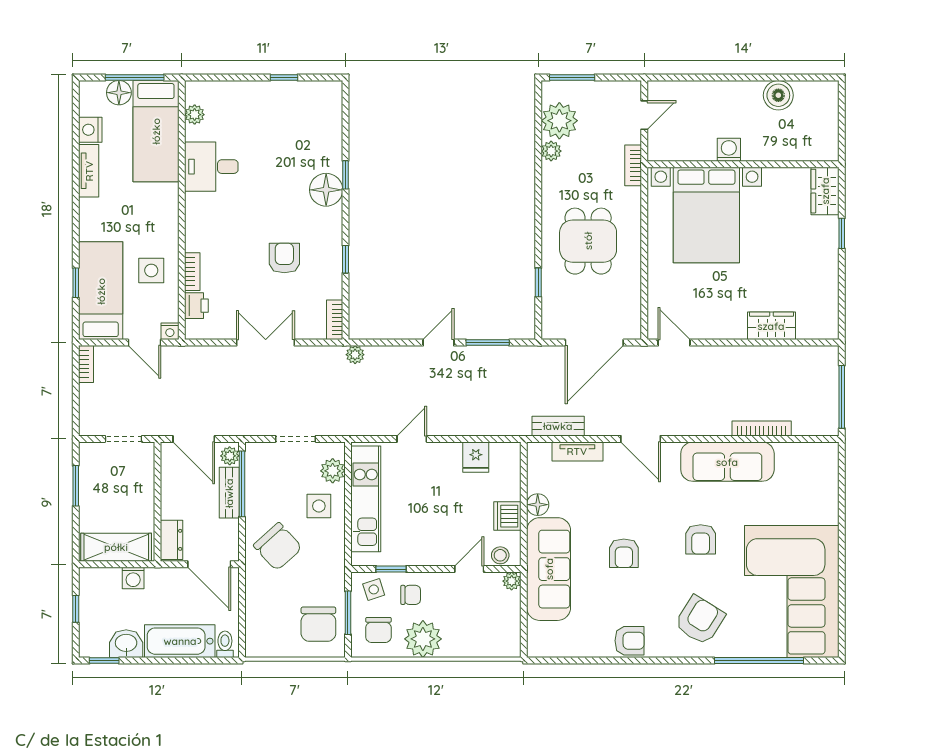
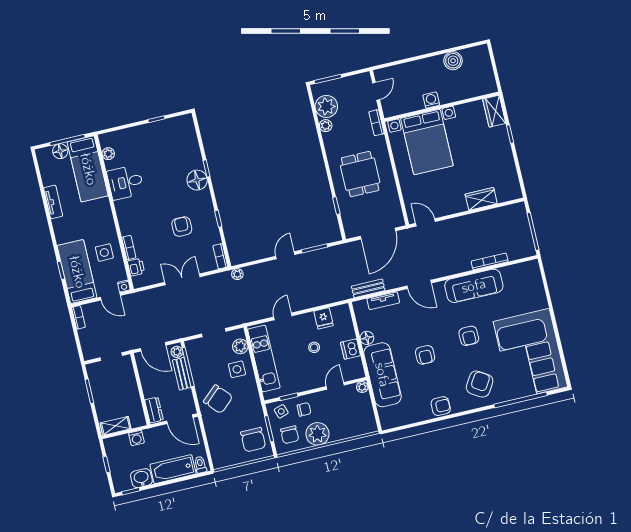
nightstand: (90, 130) -> (48, 177), removed
shelving: (116, 547) -> (116, 426), width x0.67, depth x0.75
stool: (500, 555) -> (314, 347), moved

